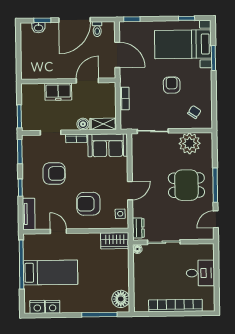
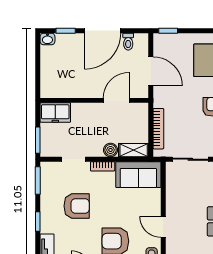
washbasin: (38, 28) -> (47, 39), moved
freezer: (58, 92) -> (55, 113), moved
bookcase: (124, 98) -> (158, 129), width x1.56
door: (130, 191) -> (163, 227), swing flipped

